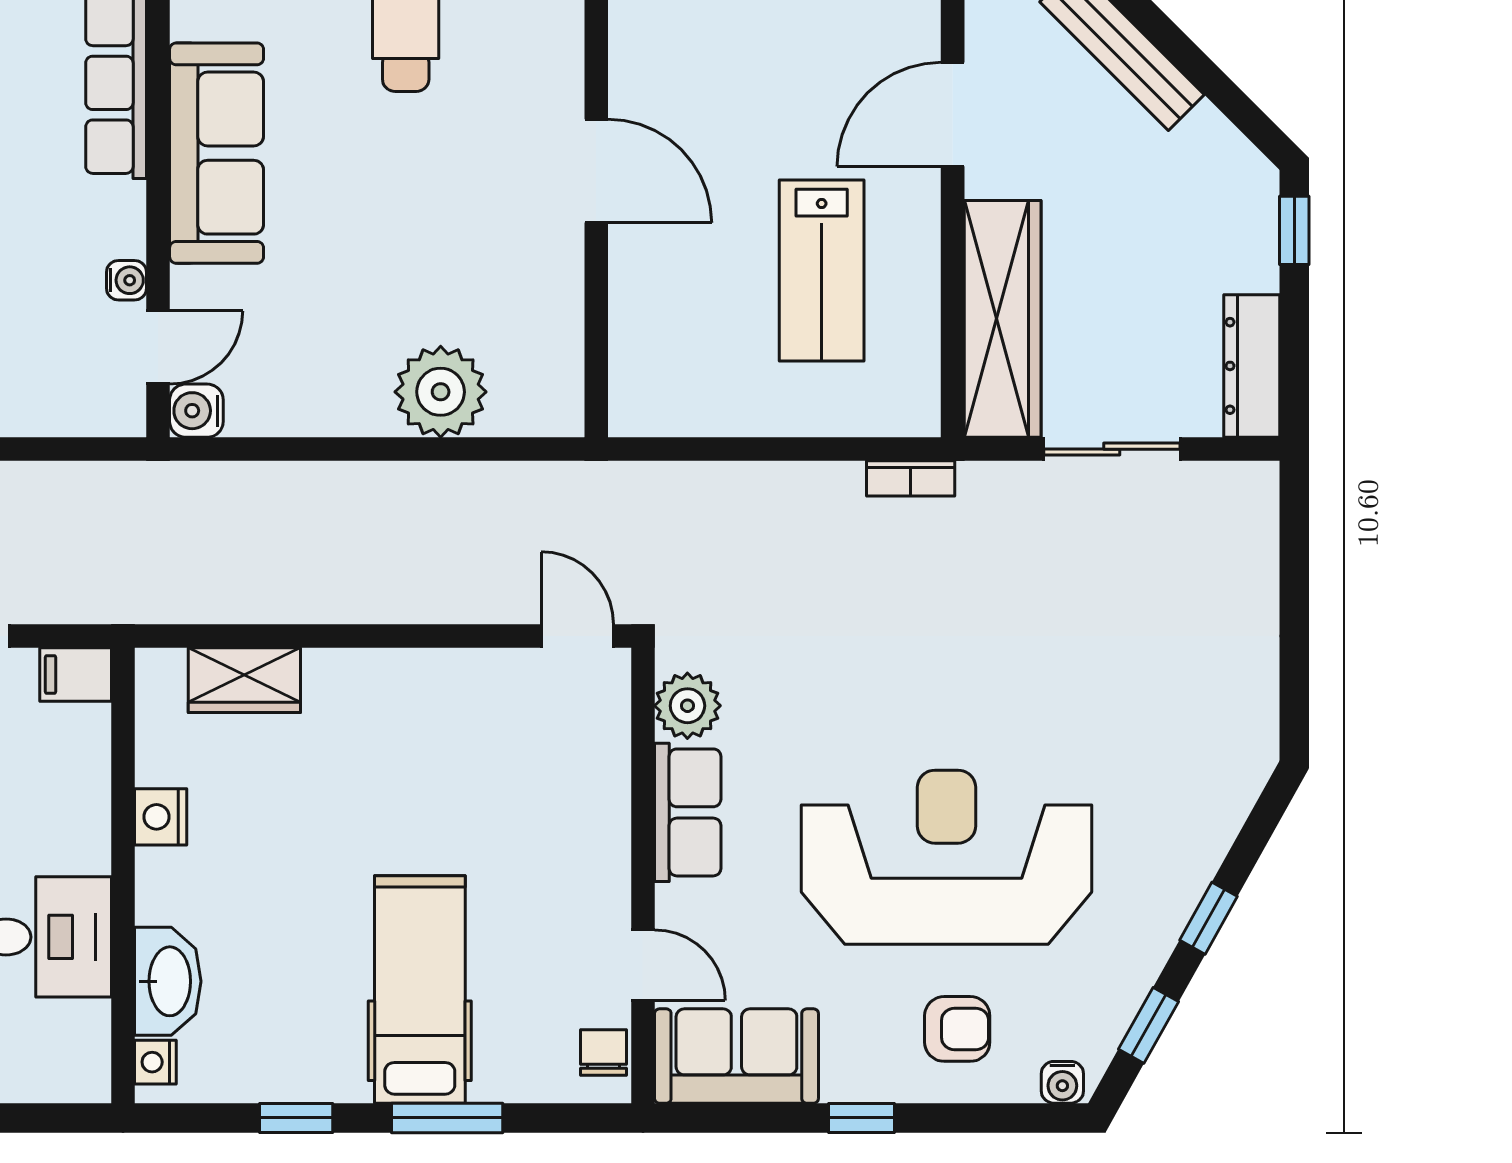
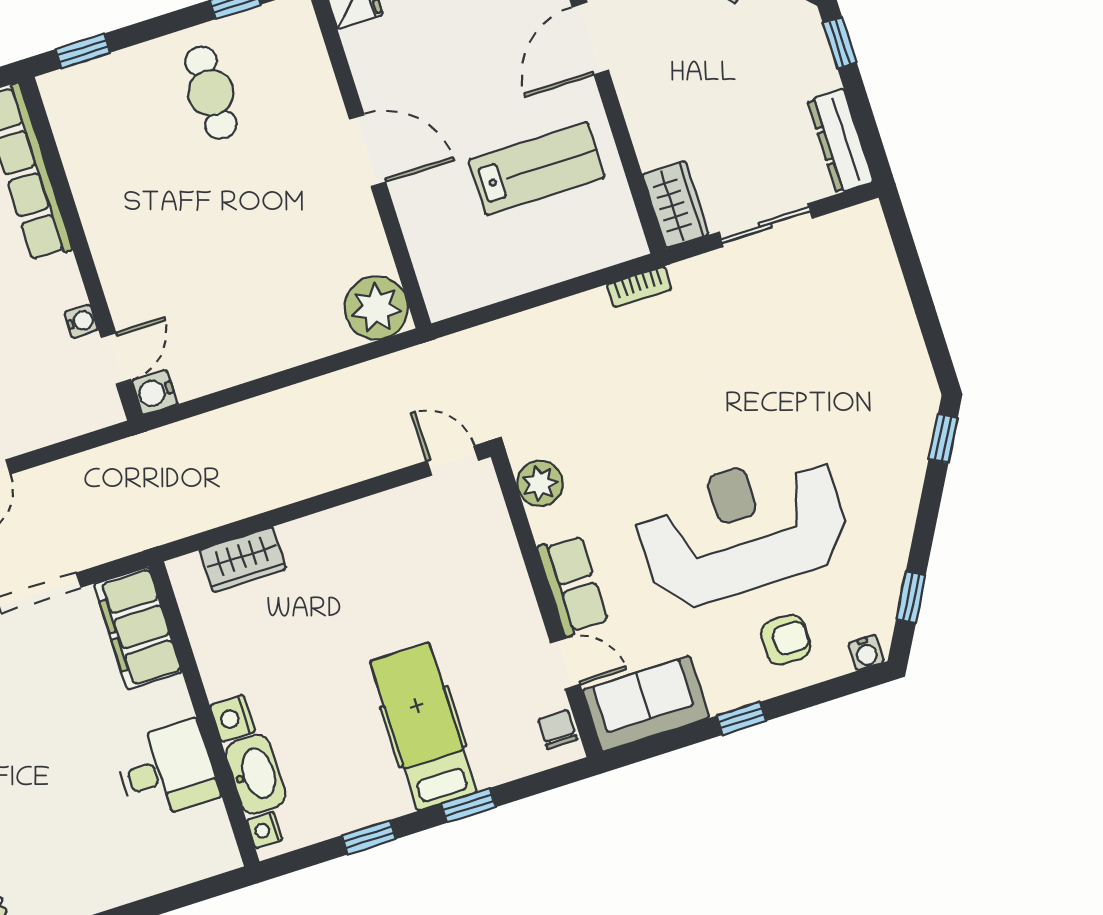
sofa: (217, 153) -> (114, 218), removed
lab bench: (822, 270) -> (537, 169), turned -90
wardrobe: (1003, 319) -> (676, 204), width x0.48, depth x0.85
plant: (441, 392) -> (376, 308), moved
filing cabinet: (76, 675) -> (138, 628), width x3.00, depth x1.17
row of seats: (688, 812) -> (573, 585), moved
nightstand: (161, 817) -> (233, 718), moved
window: (1208, 918) -> (943, 439), moved
window: (447, 1118) -> (468, 805), width x0.67

